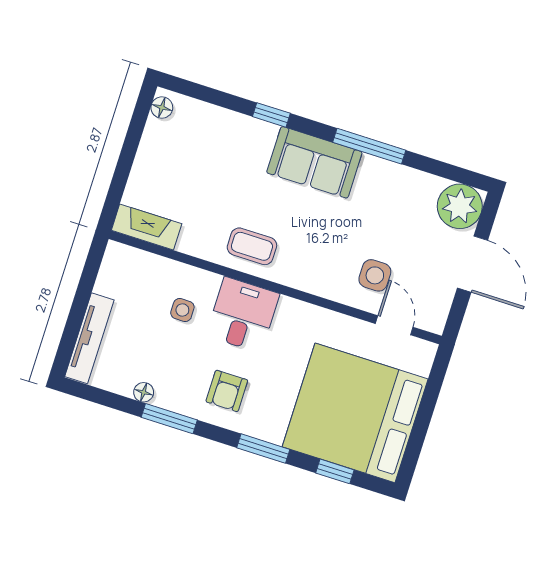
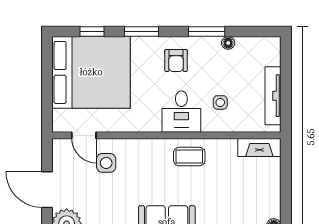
tv unit: (89, 338) -> (273, 96), moved
armchair: (227, 391) -> (176, 61), turned 180

